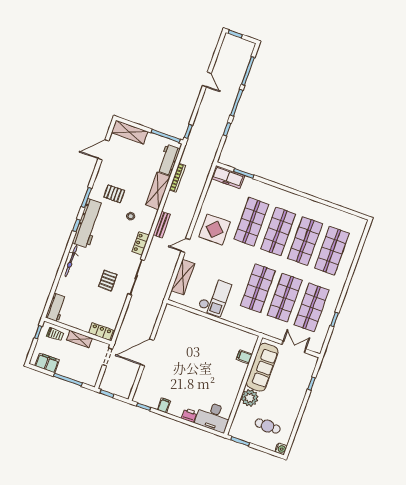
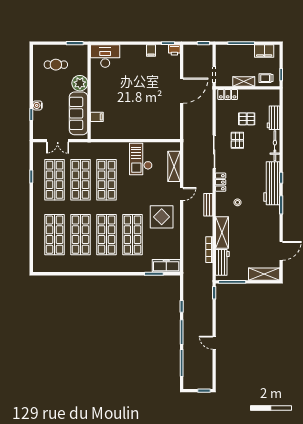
pallet: (114, 194) -> (247, 119), moved
workbench: (56, 307) -> (274, 118), moved
printer: (189, 415) -> (174, 50), moved
water cooler: (281, 449) -> (37, 105), moved

